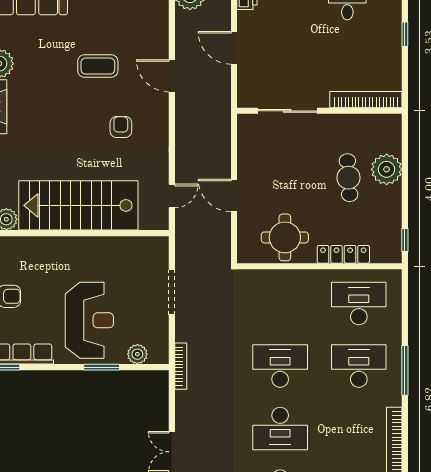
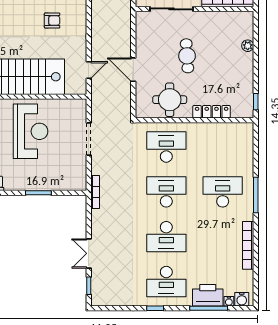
armchair: (121, 127) -> (52, 21), turned 90
plant: (387, 169) -> (248, 46), width x0.53, depth x0.53
cafe table: (349, 178) -> (187, 56), moved
desk: (359, 303) -> (166, 147), moved
reception desk: (89, 320) -> (30, 131), moved
plant: (137, 354) -> (64, 183), removed

